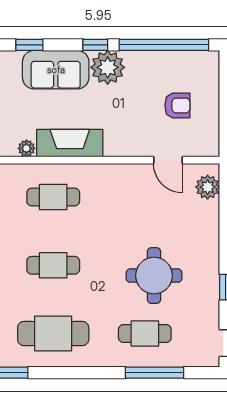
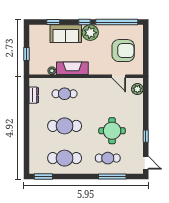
armchair: (177, 105) -> (123, 51), width x1.88, depth x1.88
cafe table: (53, 265) -> (65, 126), width x1.37, depth x1.35

